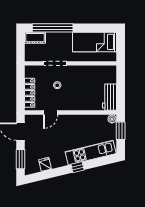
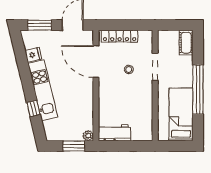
window: (53, 28) -> (198, 89), moved
door: (51, 112) -> (96, 61), width x1.88
kitchen unit: (91, 153) -> (43, 90), moved
window: (77, 167) -> (33, 108), moved

